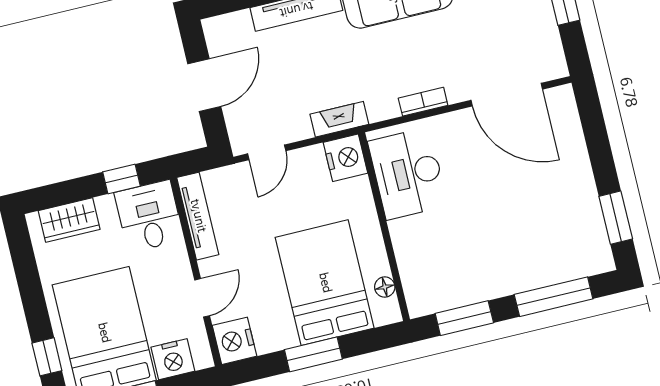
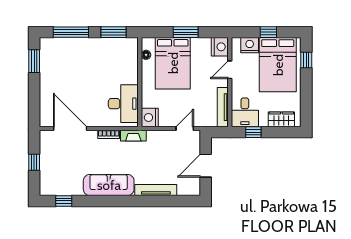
fireplace: (339, 119) -> (133, 136), moved

